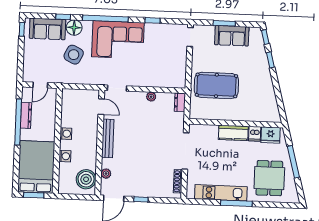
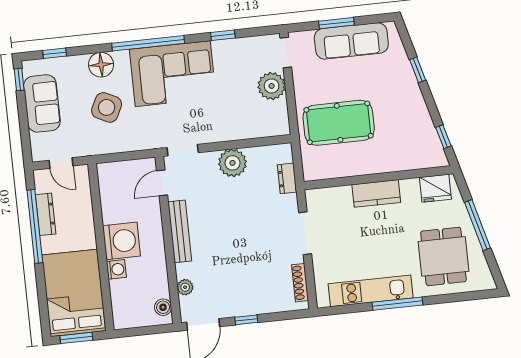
window: (63, 17) -> (55, 53), moved
sofa: (48, 29) -> (42, 103), moved, turned -90
sofa: (232, 36) -> (351, 41), width x1.36
window: (265, 37) -> (443, 137), moved
plant: (178, 56) -> (272, 86), added
door: (40, 85) -> (61, 163), hinge flipped
plant: (151, 97) -> (233, 163), width x1.87, depth x1.87
dresser: (180, 102) -> (287, 178), moved
door: (101, 107) -> (162, 183), swing flipped
washing machine: (66, 134) -> (122, 241), width x1.89, depth x1.89
dishwasher: (255, 134) -> (410, 190), removed
doorway: (185, 151) -> (305, 233), width x0.73
boiler: (86, 179) -> (163, 307), width x0.54, depth x0.54

